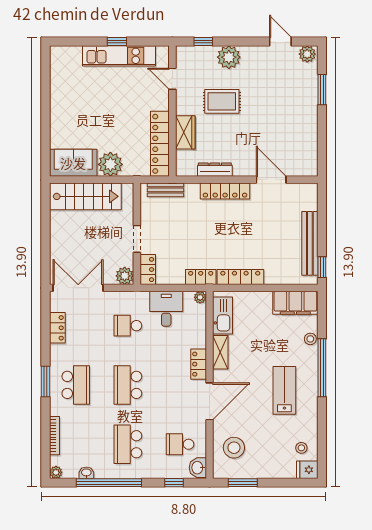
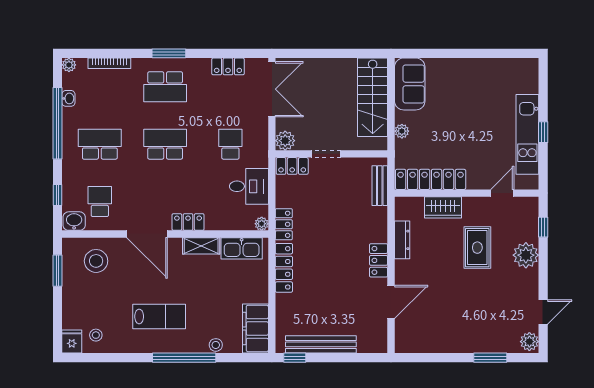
plant: (110, 164) -> (402, 131), width x0.53, depth x0.53
locker: (225, 191) -> (379, 260), width x0.66

